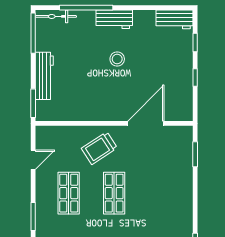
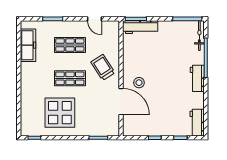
stool: (117, 59) -> (139, 83), moved
workbench: (44, 76) -> (140, 27), moved
display table: (161, 207) -> (60, 113), added

